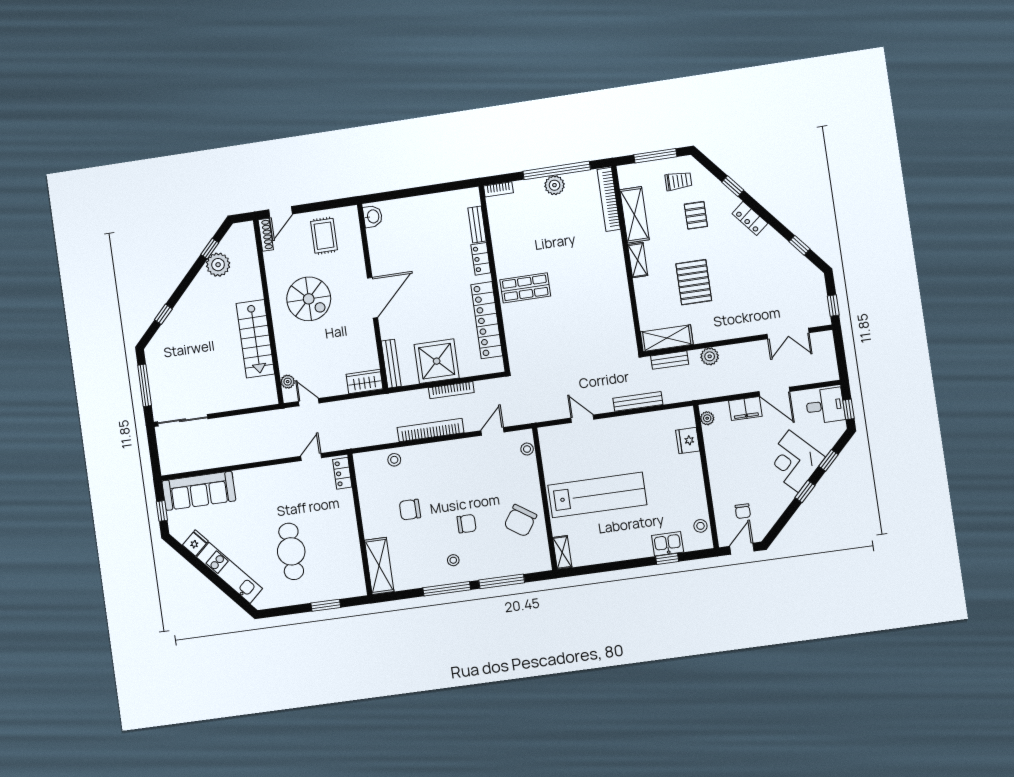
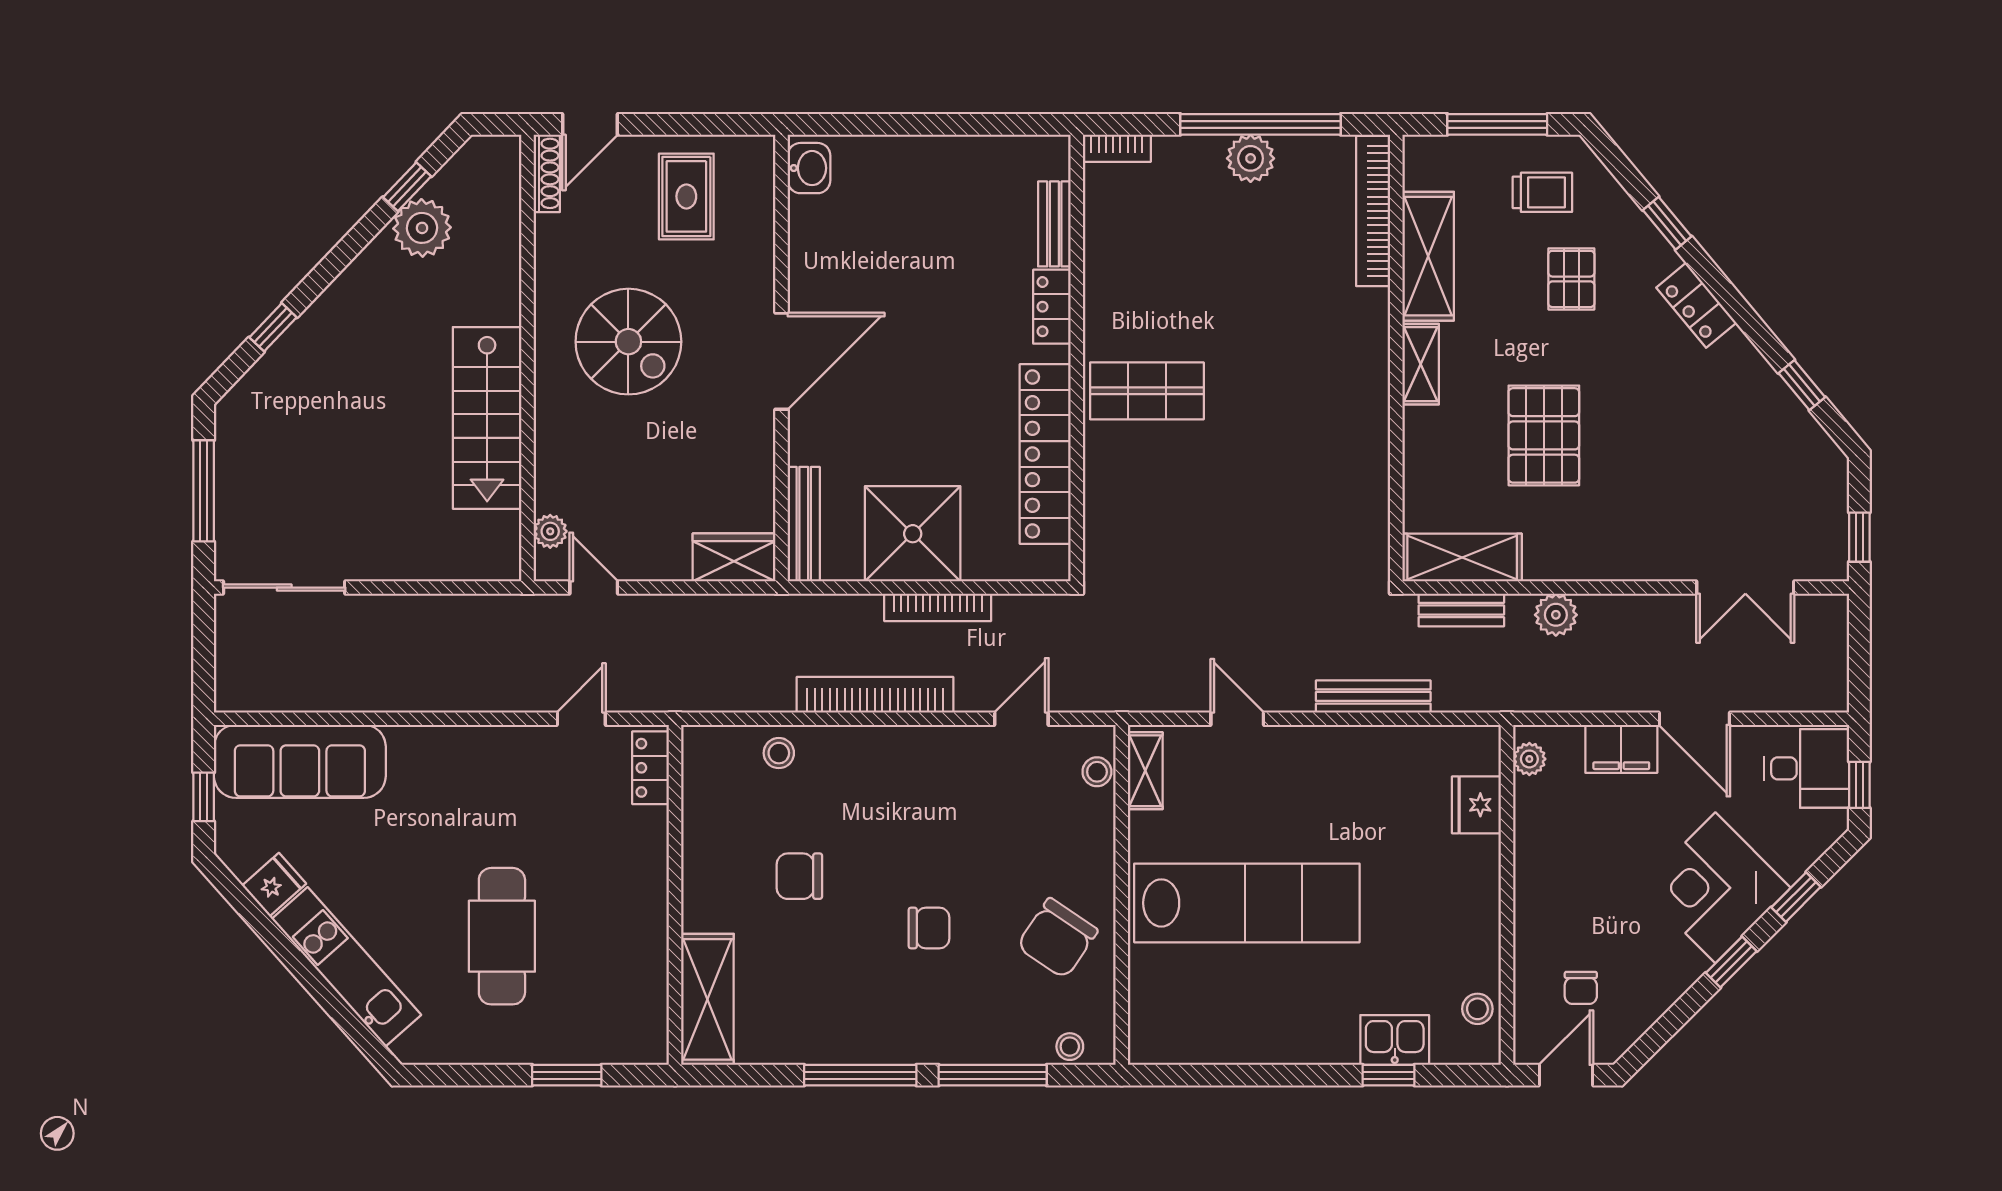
shelving: (562, 552) -> (1145, 771), moved
stool: (453, 560) -> (1070, 1047), moved

